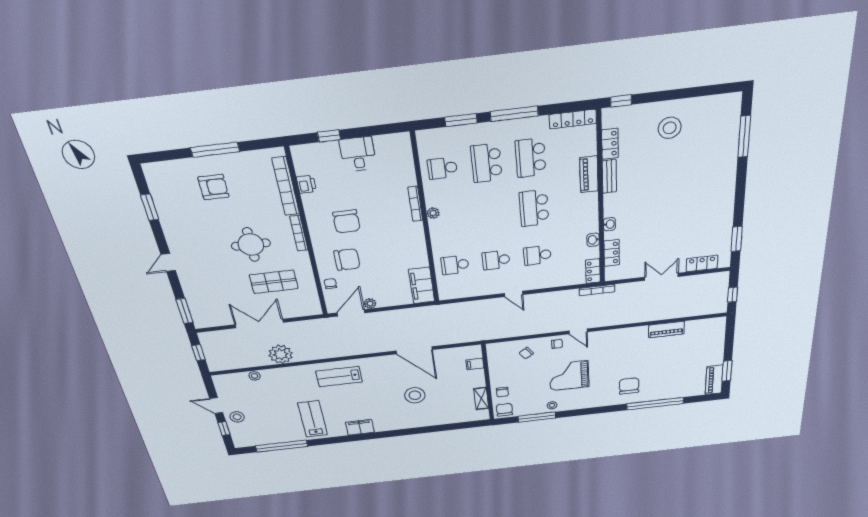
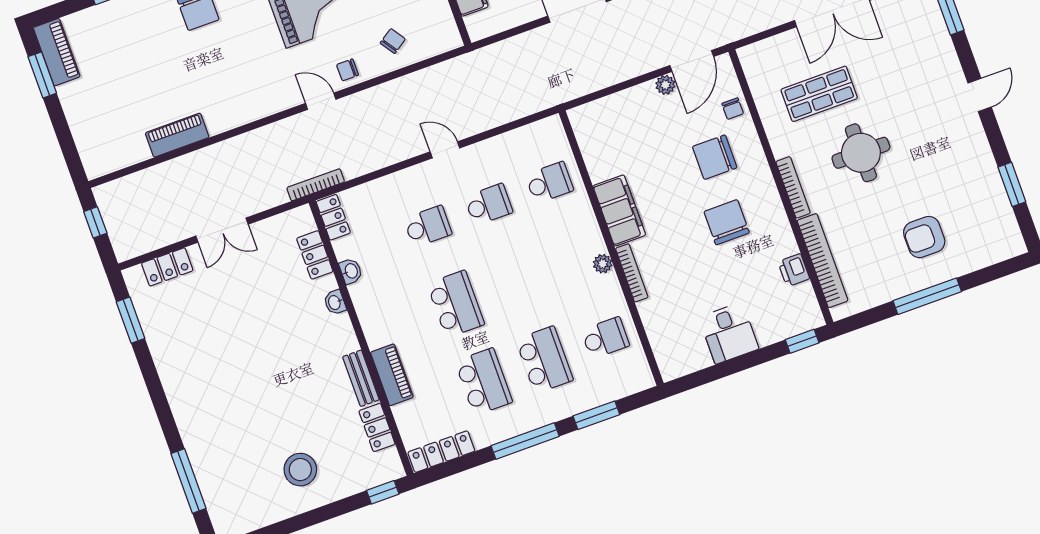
window: (329, 136) -> (802, 341), moved
filing cabinet: (422, 285) -> (619, 211), moved

